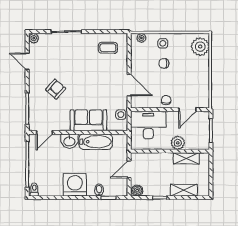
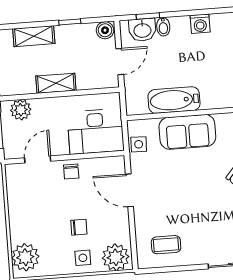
plant: (141, 38) -> (116, 257), width x1.87, depth x1.87
washbasin: (69, 141) -> (142, 30), moved, turned 180
plant: (178, 143) -> (21, 110), moved
shelving: (186, 158) -> (56, 83), moved
washing machine: (75, 185) -> (200, 24), width x0.53, depth x0.53

